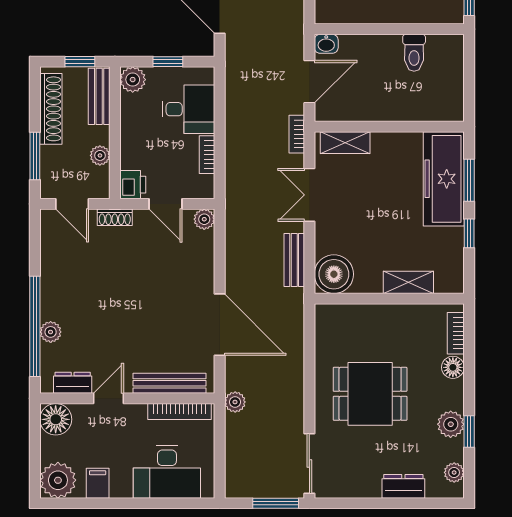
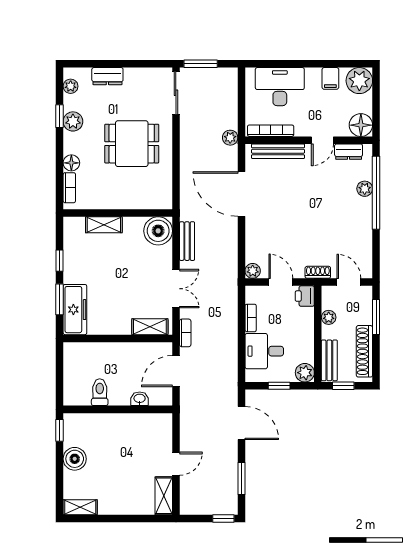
washbasin: (326, 44) -> (140, 399), moved
freezer: (444, 179) -> (75, 310), width x0.73, depth x0.79

